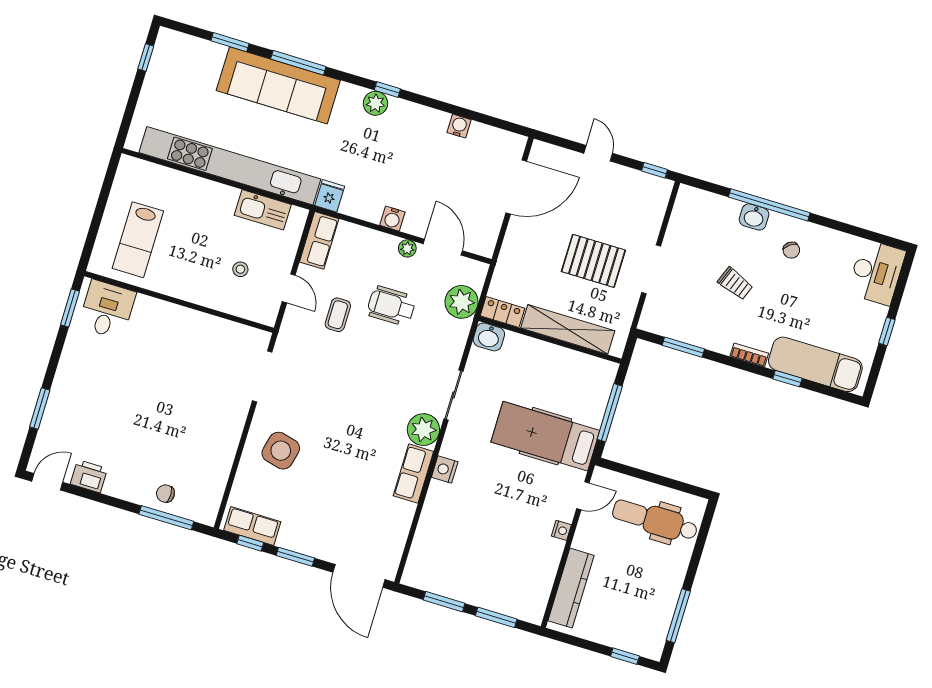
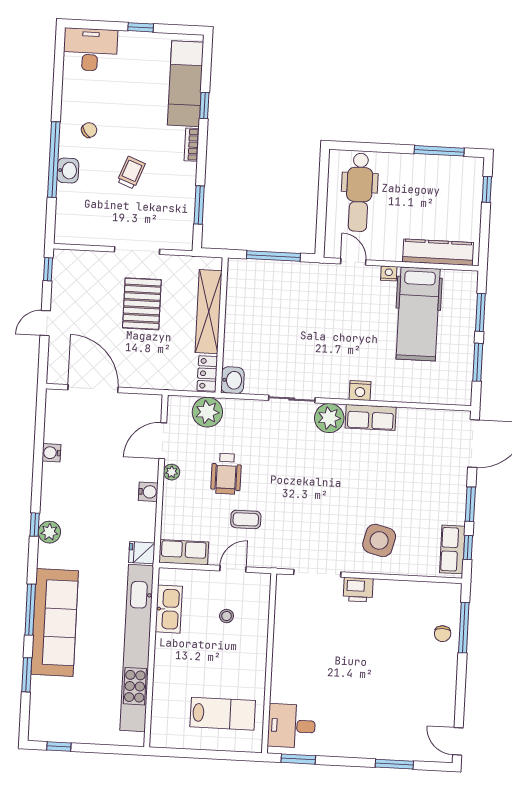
hospital bed: (545, 436) -> (418, 314), moved
printer: (89, 476) -> (358, 590), moved, turned -90

